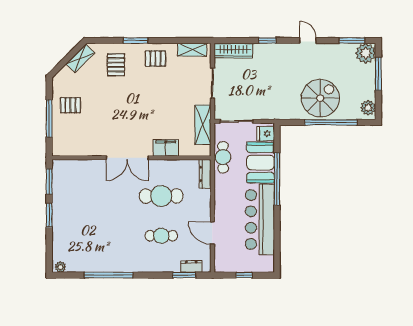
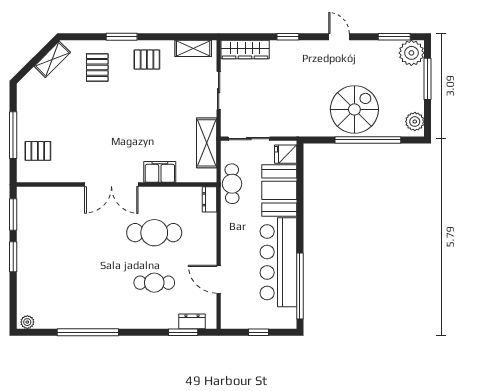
pallet: (70, 105) -> (38, 151), moved
dresser: (205, 174) -> (209, 199), width x0.70
window: (277, 179) -> (300, 286), moved

